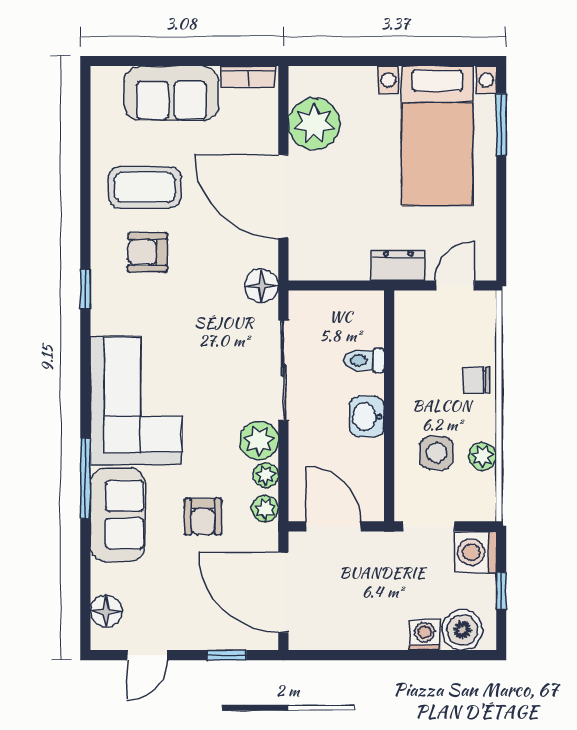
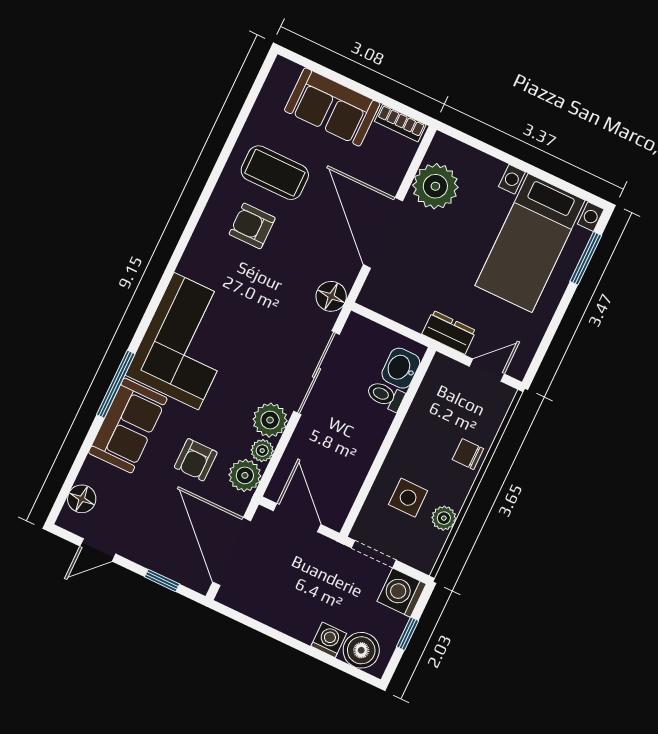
window: (85, 289) -> (188, 232), removed
washbasin: (367, 417) -> (401, 368), moved
plant: (265, 509) -> (245, 475), width x1.38, depth x1.38

